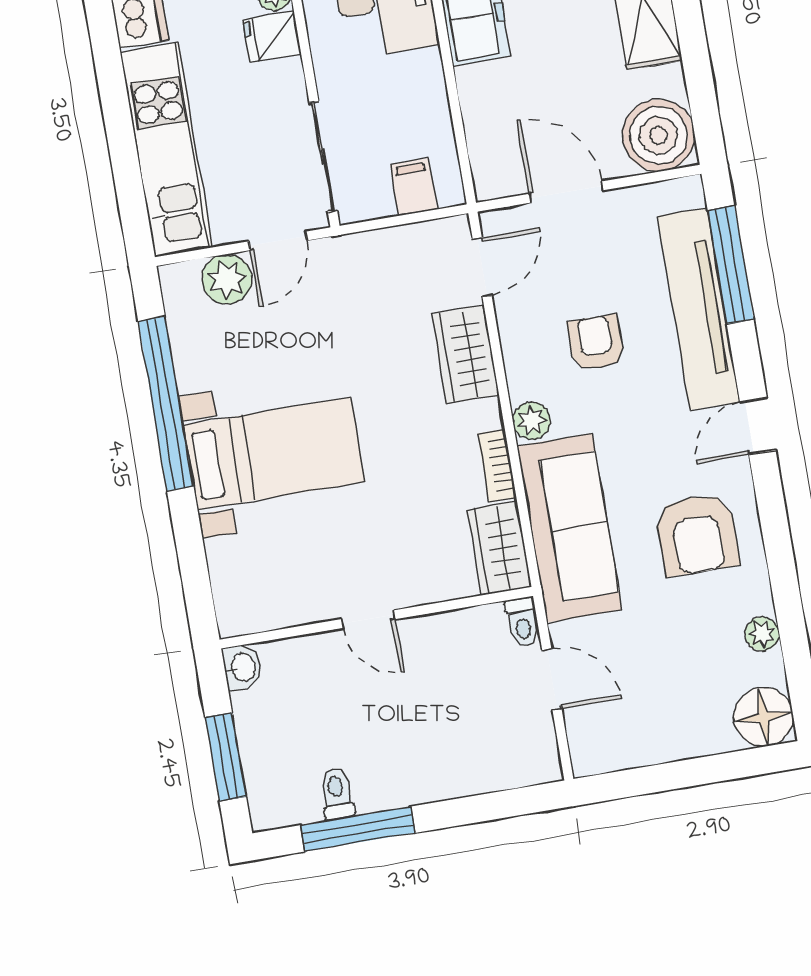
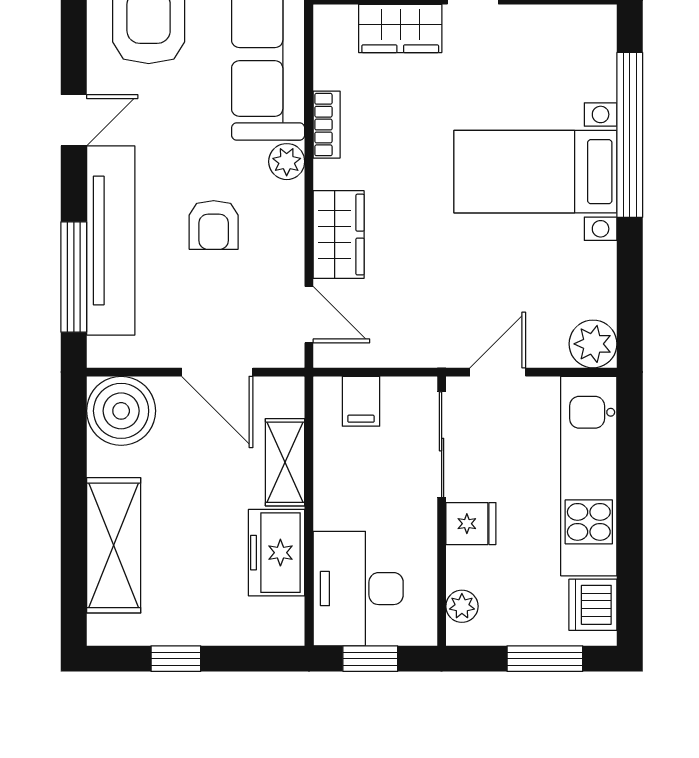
fridge: (272, 37) -> (471, 524), moved
shelving: (481, 111) -> (285, 462), added
door: (482, 267) -> (309, 315), swing flipped
plant: (227, 279) -> (593, 344), moved
window: (166, 404) -> (630, 135), moved
wardrobe: (500, 548) -> (400, 28), moved, turned 90

